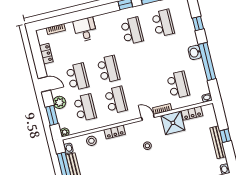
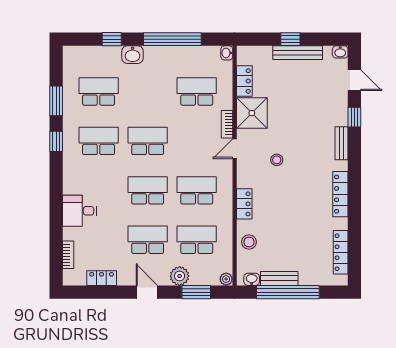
washbasin: (195, 52) -> (132, 55), moved
school desk: (139, 62) -> (148, 141), added
door: (44, 84) -> (147, 292), hinge flipped

